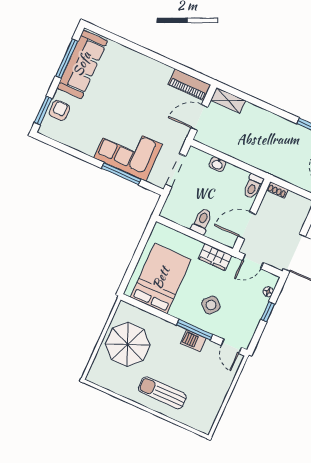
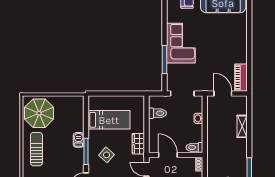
shelving: (228, 100) -> (242, 126), moved
corner sofa: (128, 151) -> (181, 43), moved
toilet: (202, 221) -> (157, 113), moved
bed: (161, 278) -> (109, 120), width x0.67
barbecue: (193, 341) -> (79, 140), moved
parasol: (128, 344) -> (39, 113), moved

